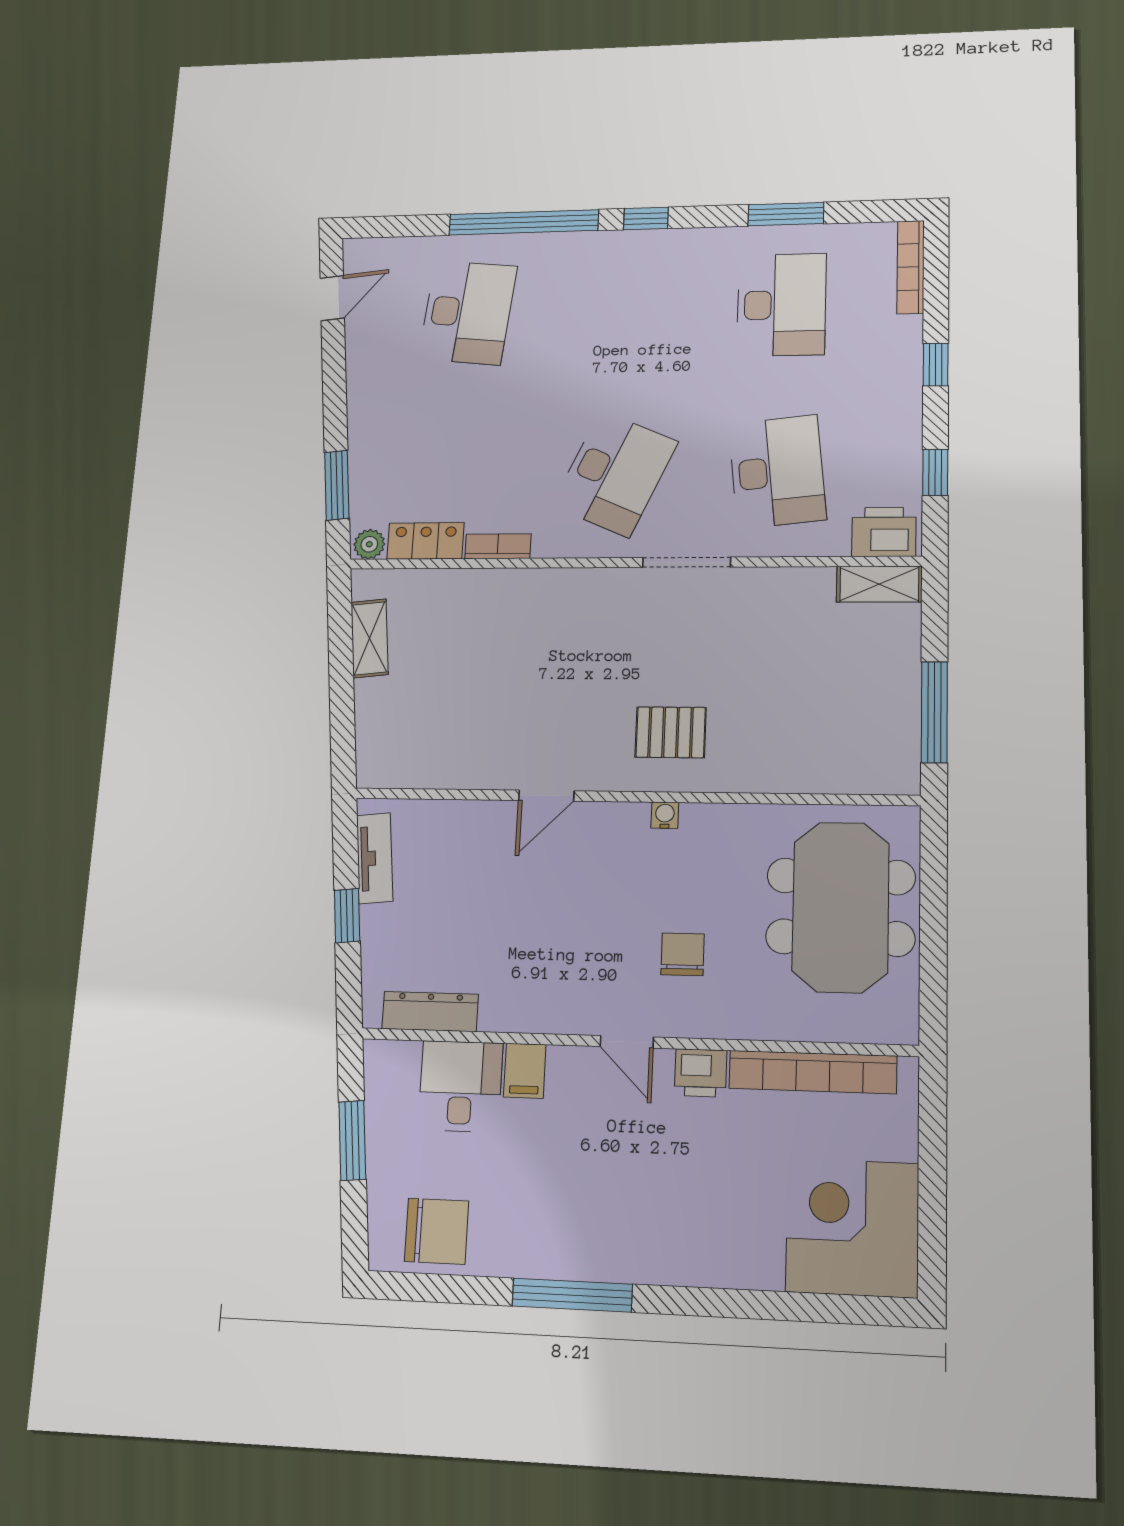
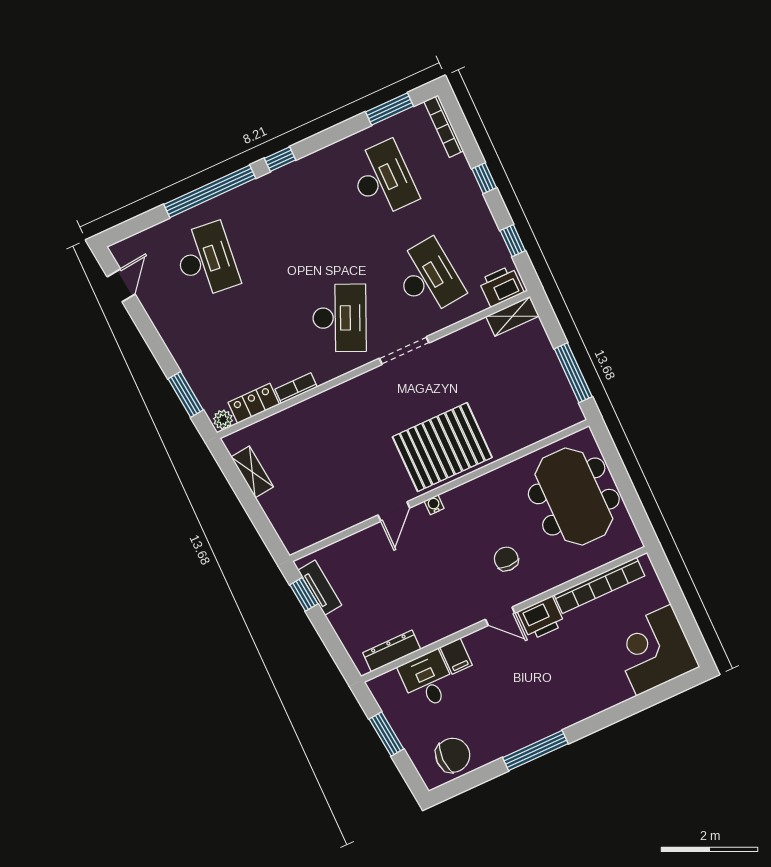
window: (786, 214) -> (390, 109), moved
pallet: (671, 732) -> (442, 447), width x2.05, depth x2.00
water cooler: (665, 815) -> (434, 505), moved
window: (347, 916) -> (304, 594), moved
printer: (701, 1073) -> (541, 618), width x1.36, depth x1.24

